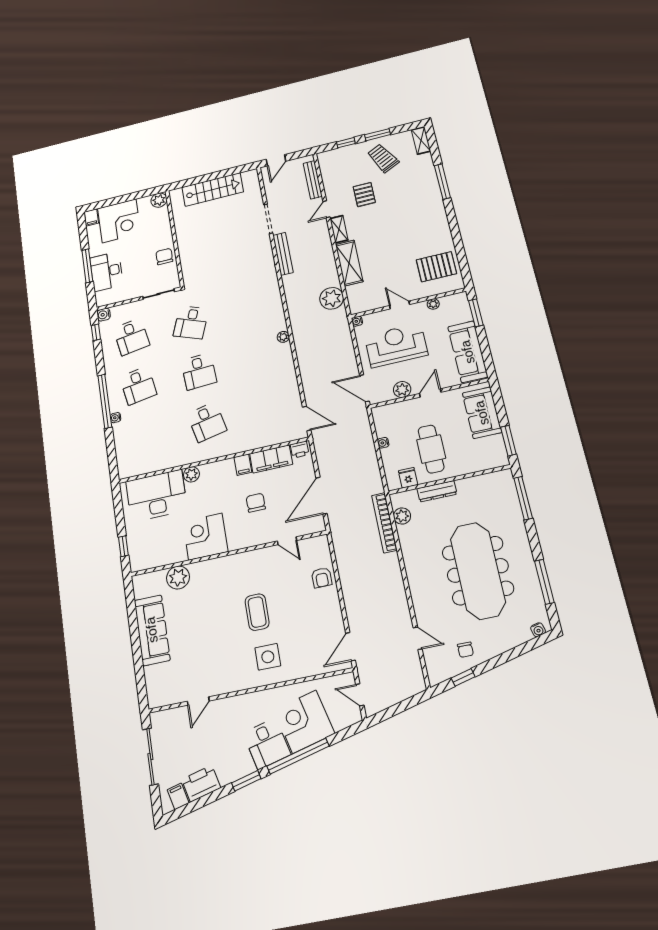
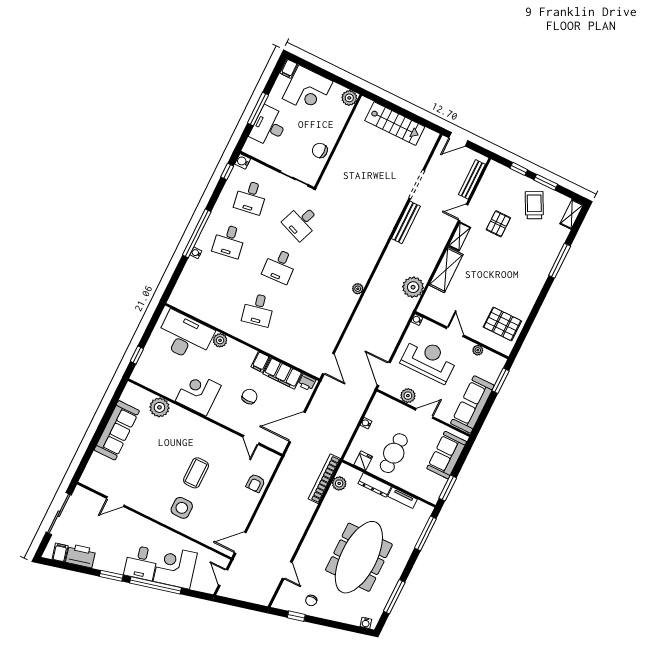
chair: (164, 256) -> (320, 150), turned -90
tv unit: (473, 482) -> (402, 498), added

